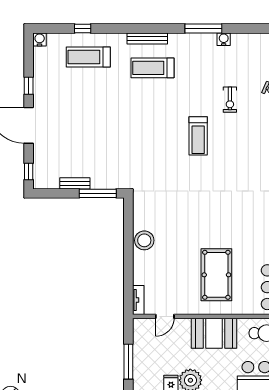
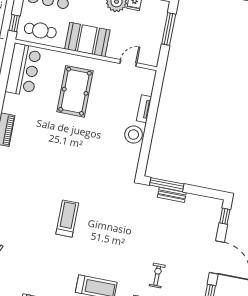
exercise bike: (230, 100) -> (157, 276), moved
bench: (75, 183) -> (172, 195), moved
tv unit: (138, 300) -> (144, 109), moved

